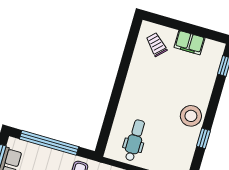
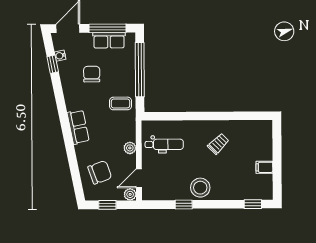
filing cabinet: (189, 43) -> (264, 167), width x0.50
trolley: (156, 45) -> (218, 144), moved

